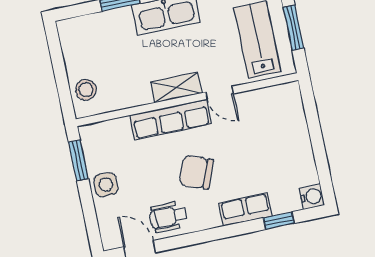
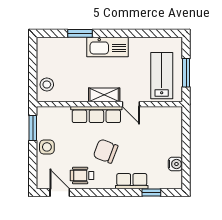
water cooler: (312, 197) -> (175, 164), moved

